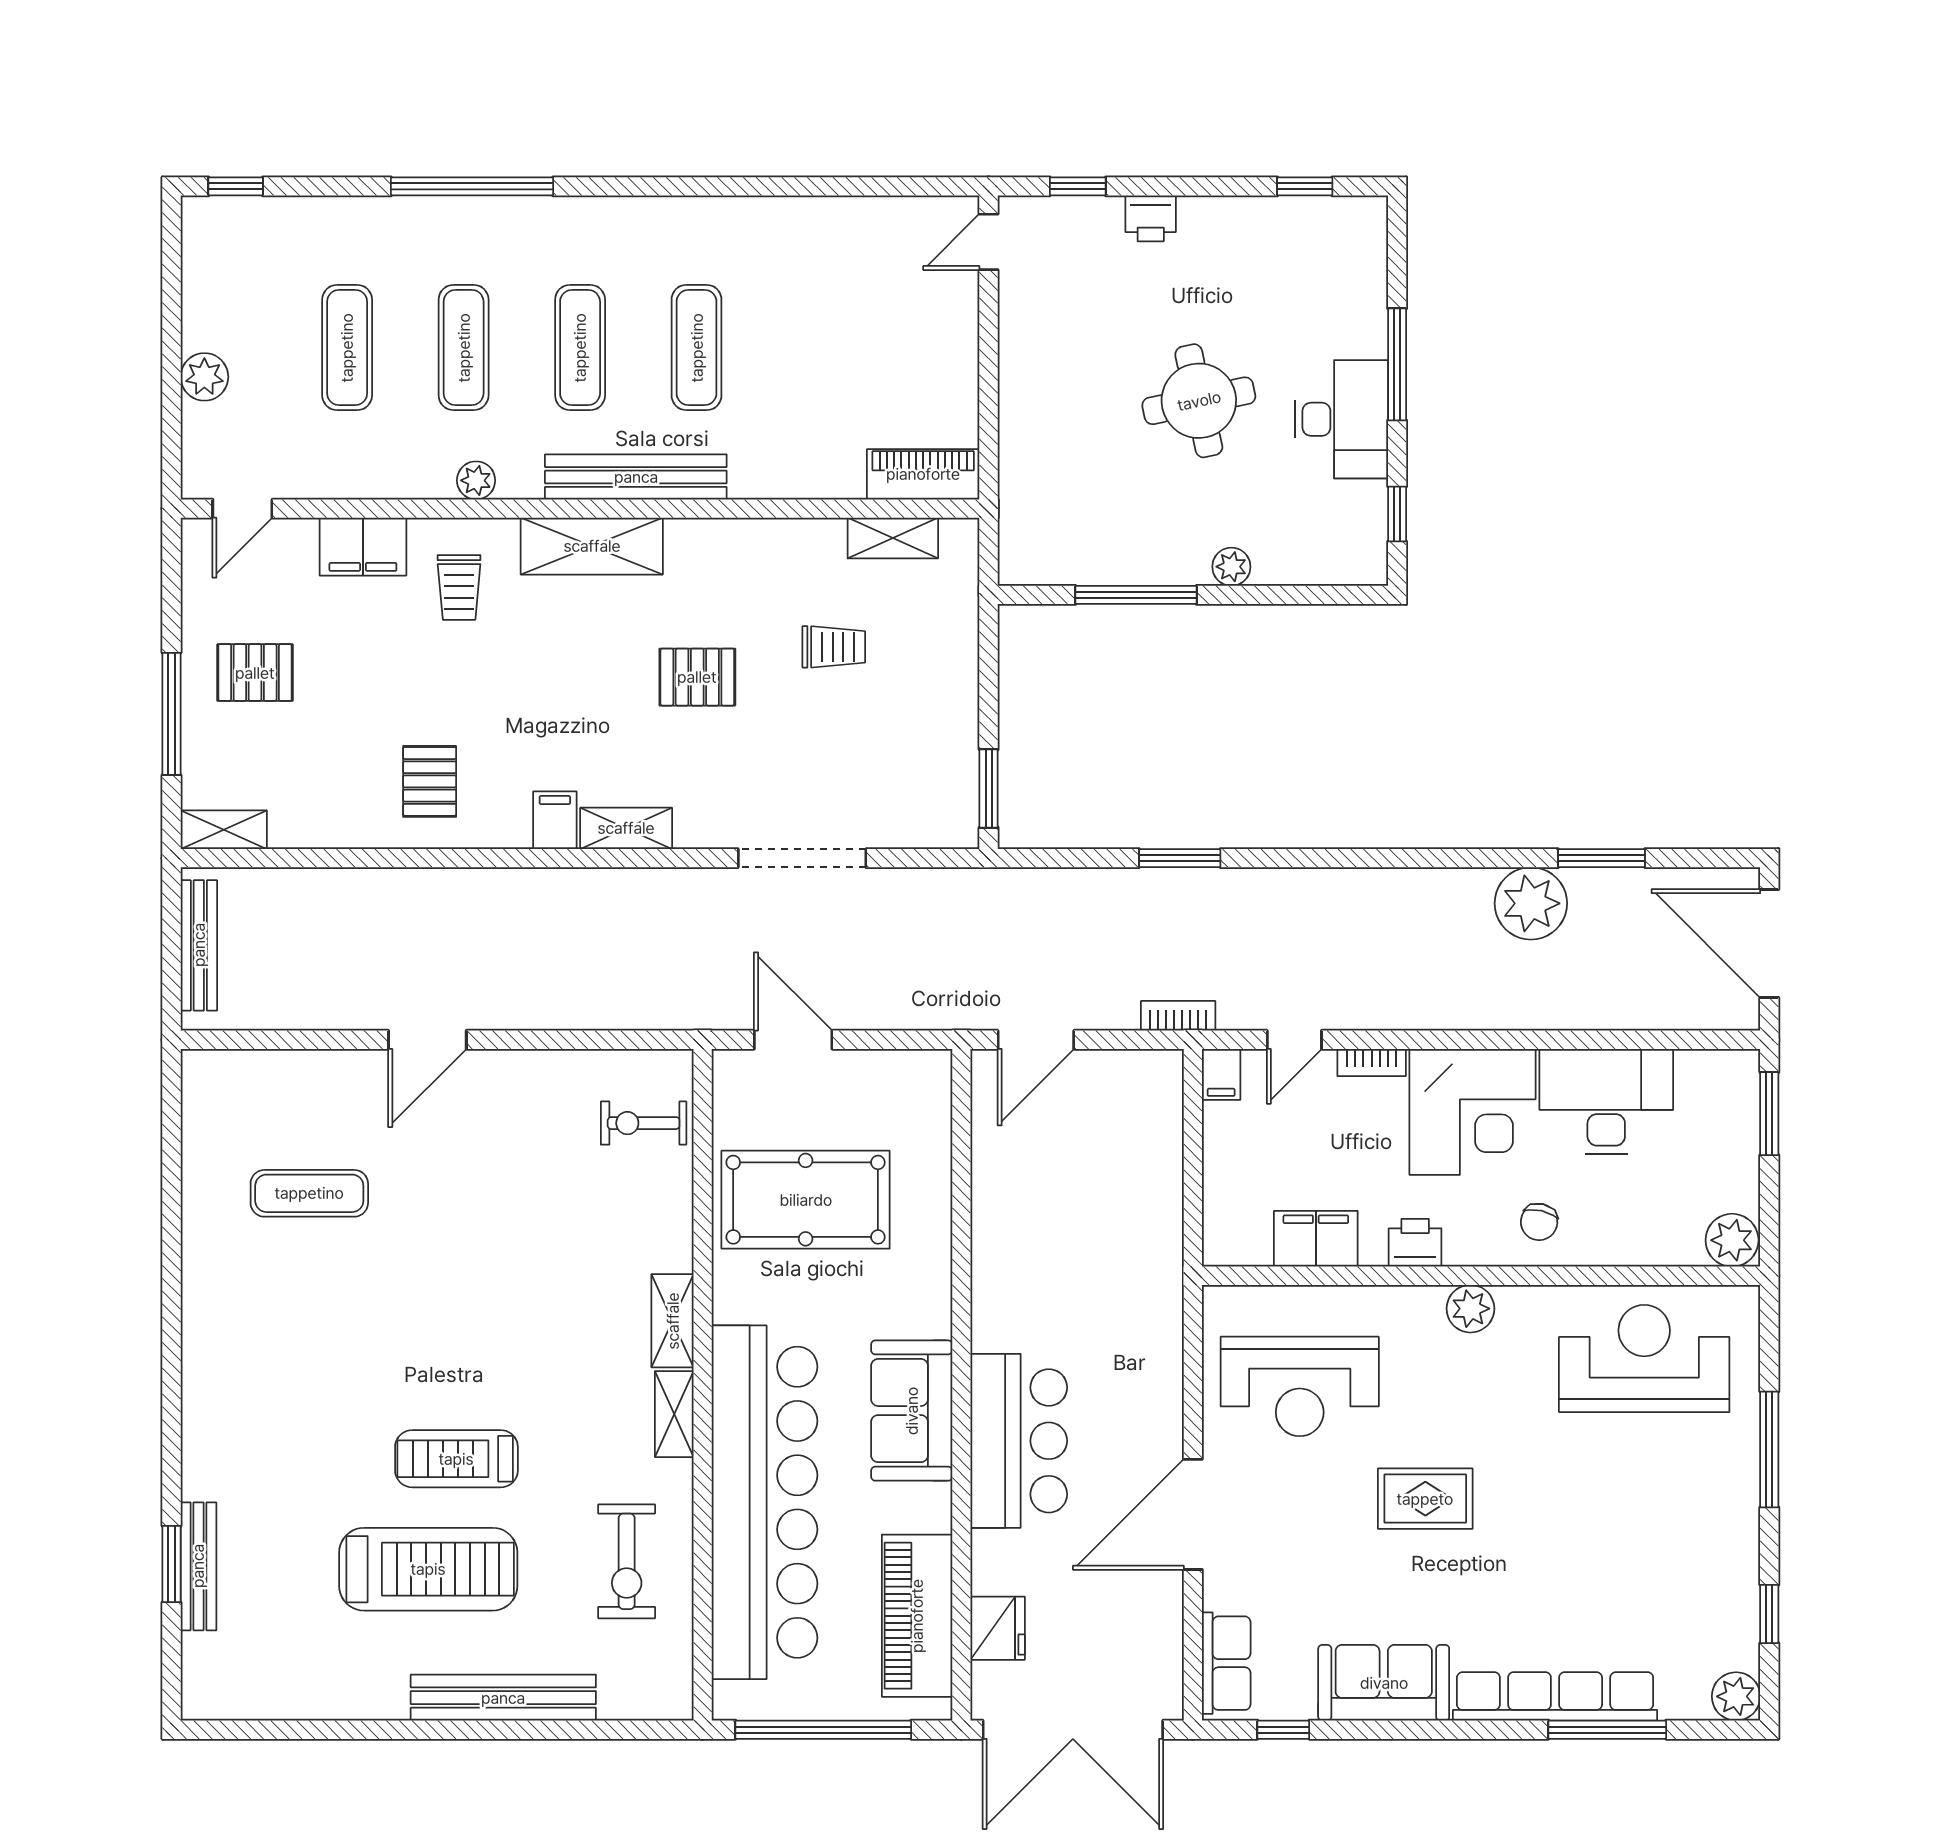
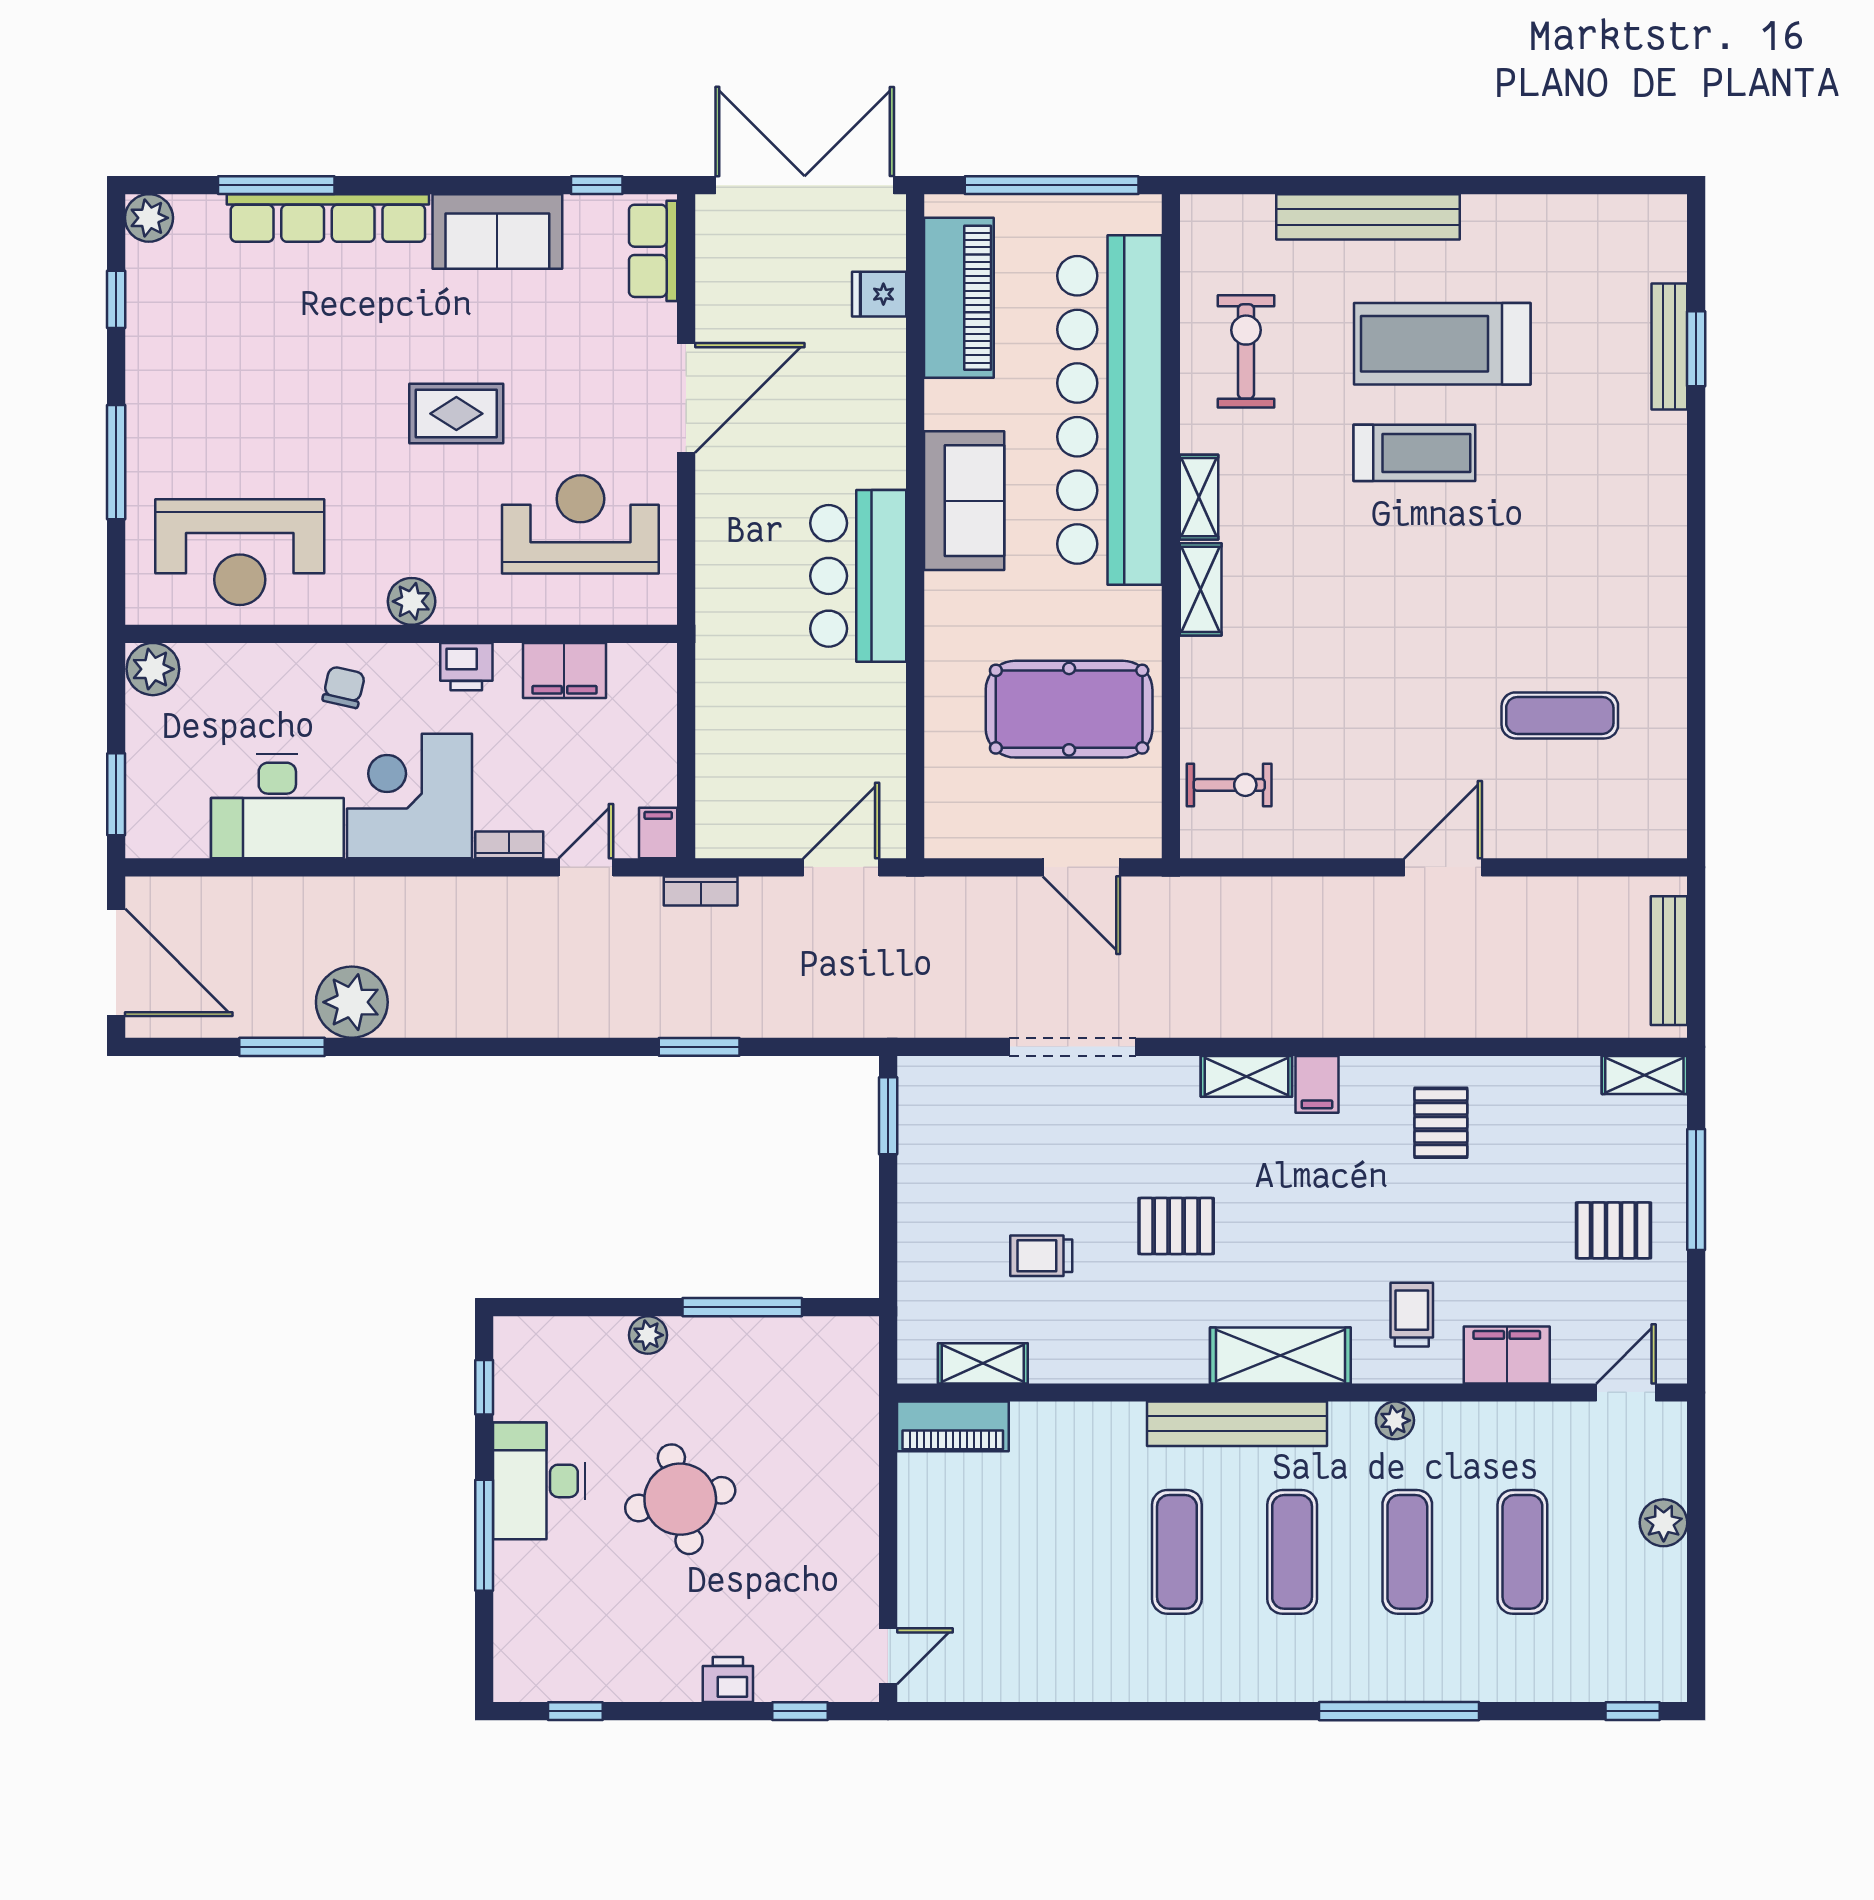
bar counter: (1019, 1441) -> (858, 576), moved
fridge: (998, 1628) -> (879, 294), width x0.72

